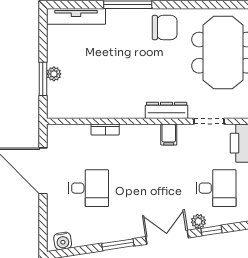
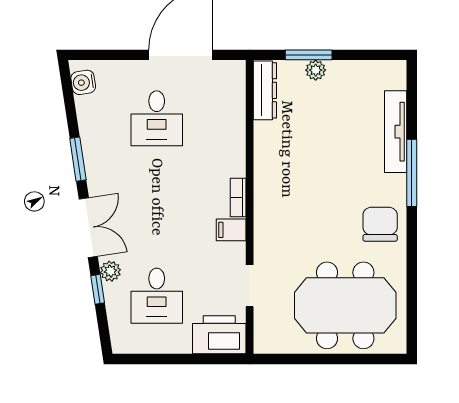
tv unit: (76, 16) -> (396, 132), moved
chair: (165, 28) -> (380, 224), turned 180
dresser: (167, 110) -> (265, 90), moved
bookcase: (105, 130) -> (238, 198), moved

